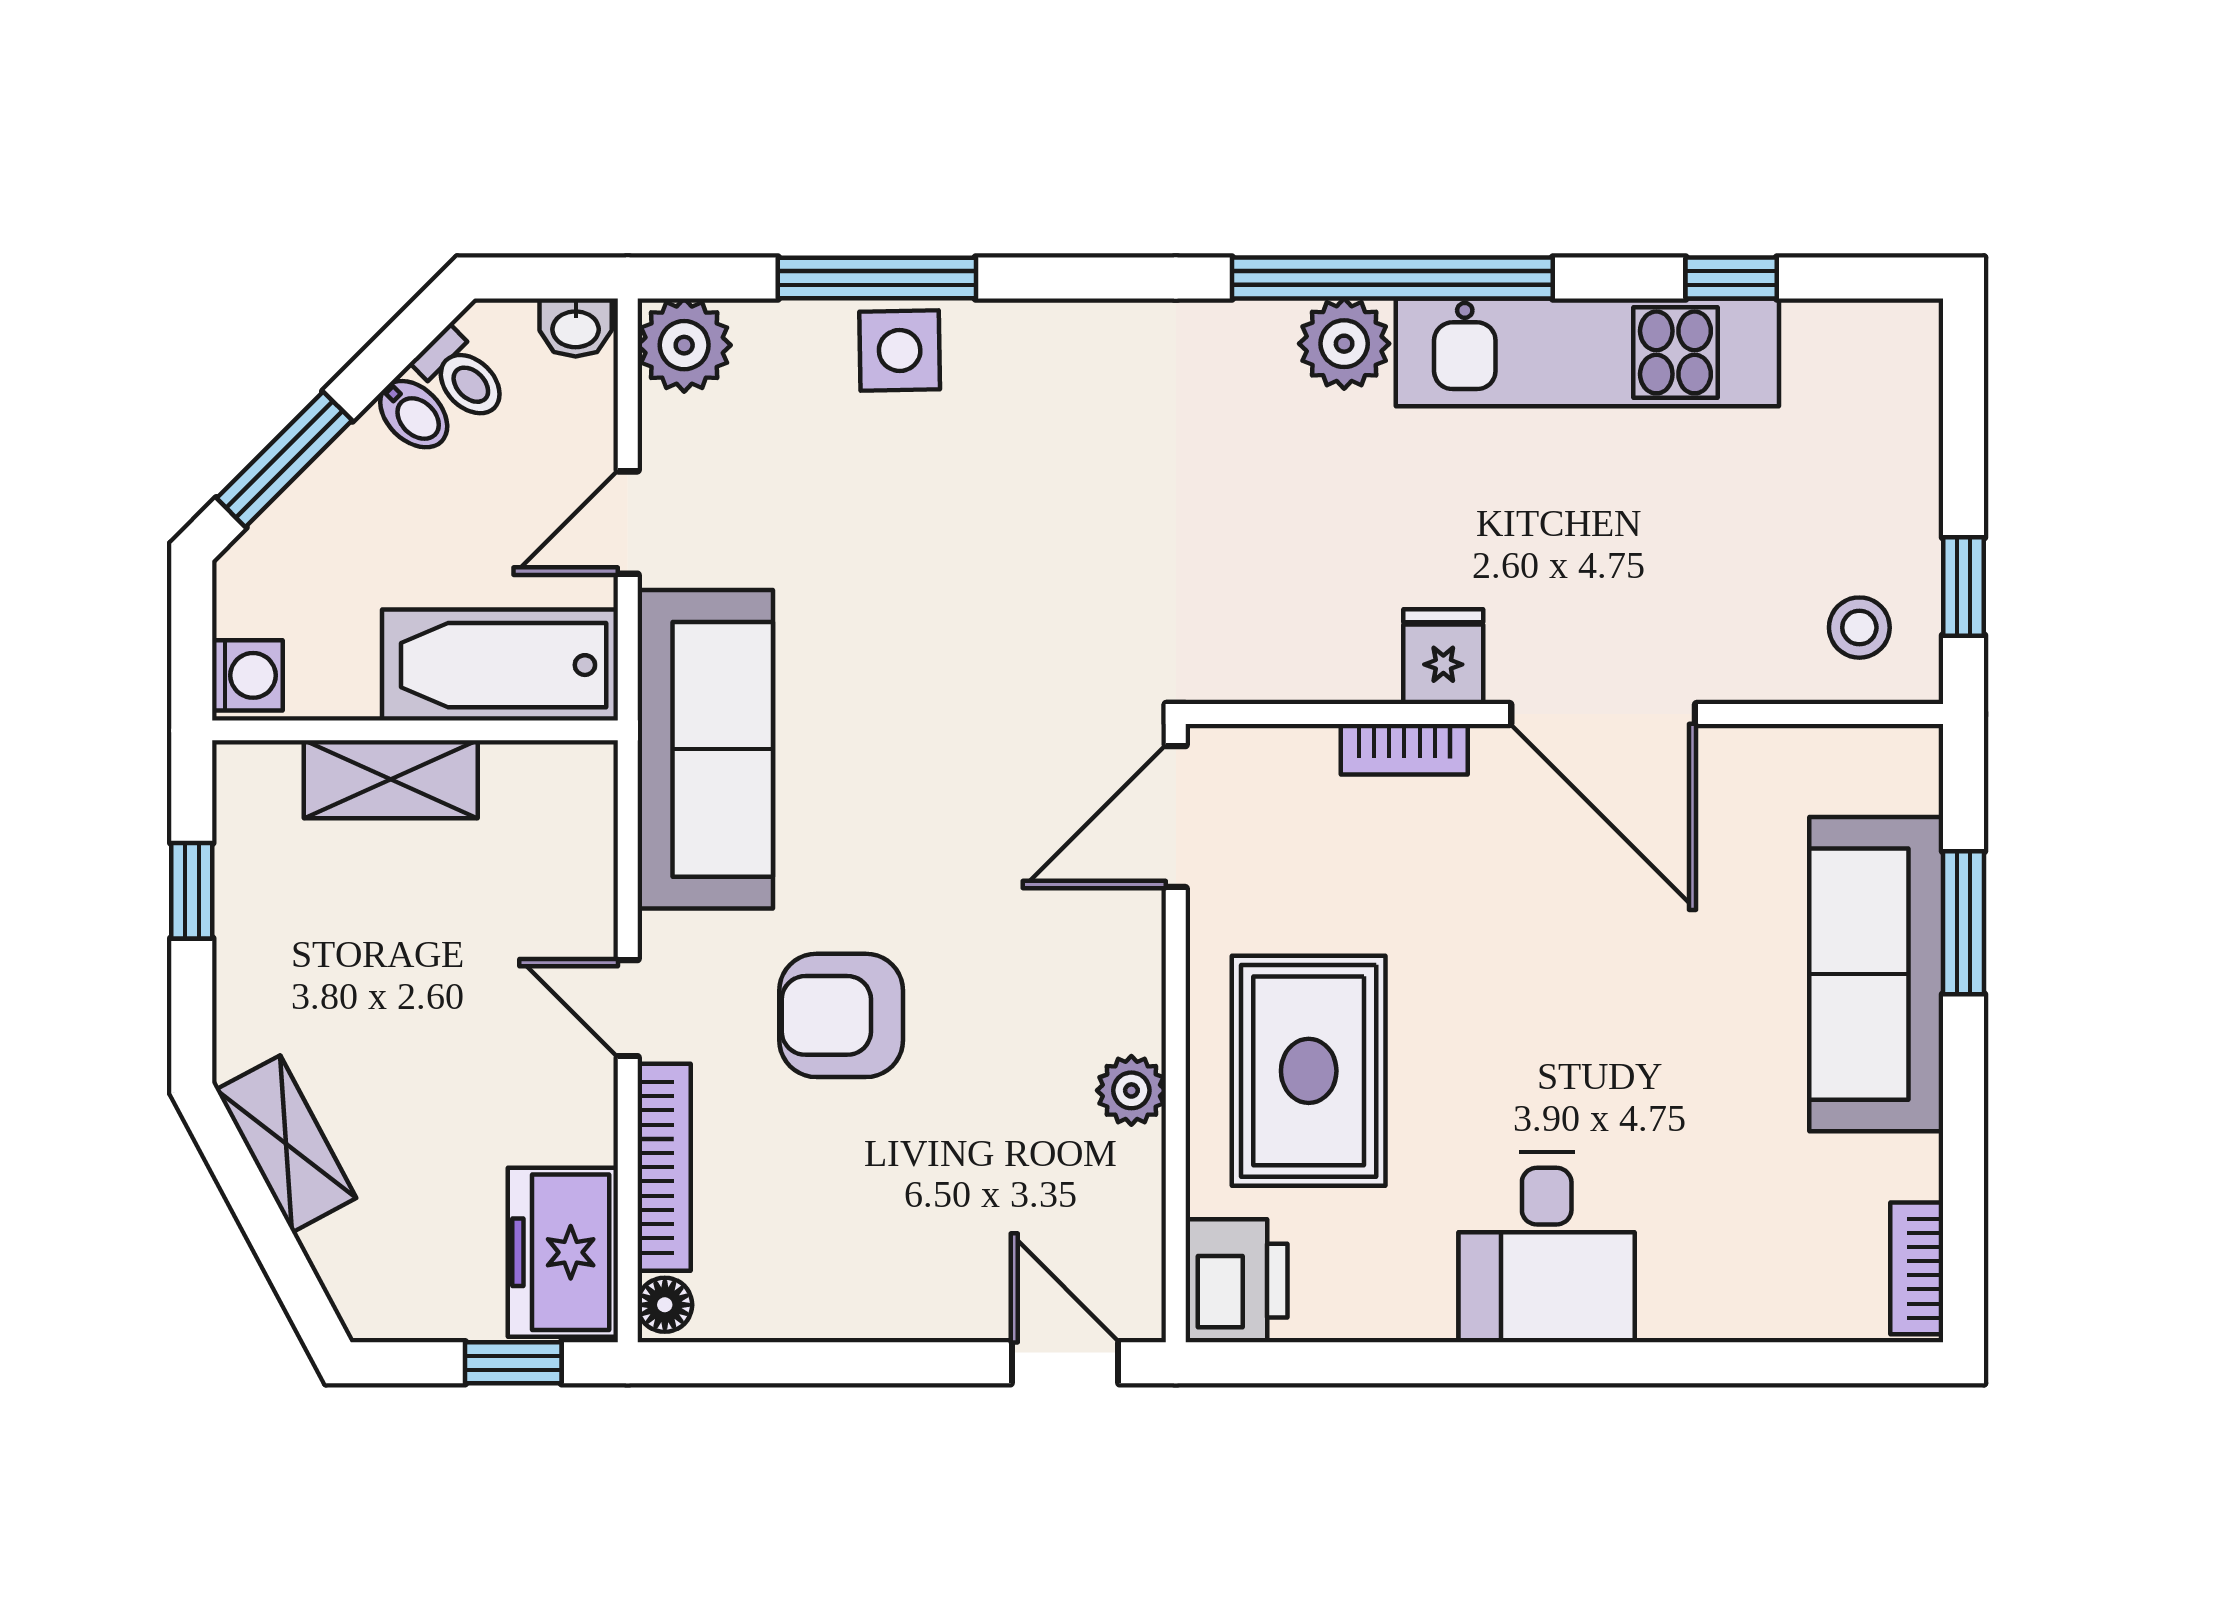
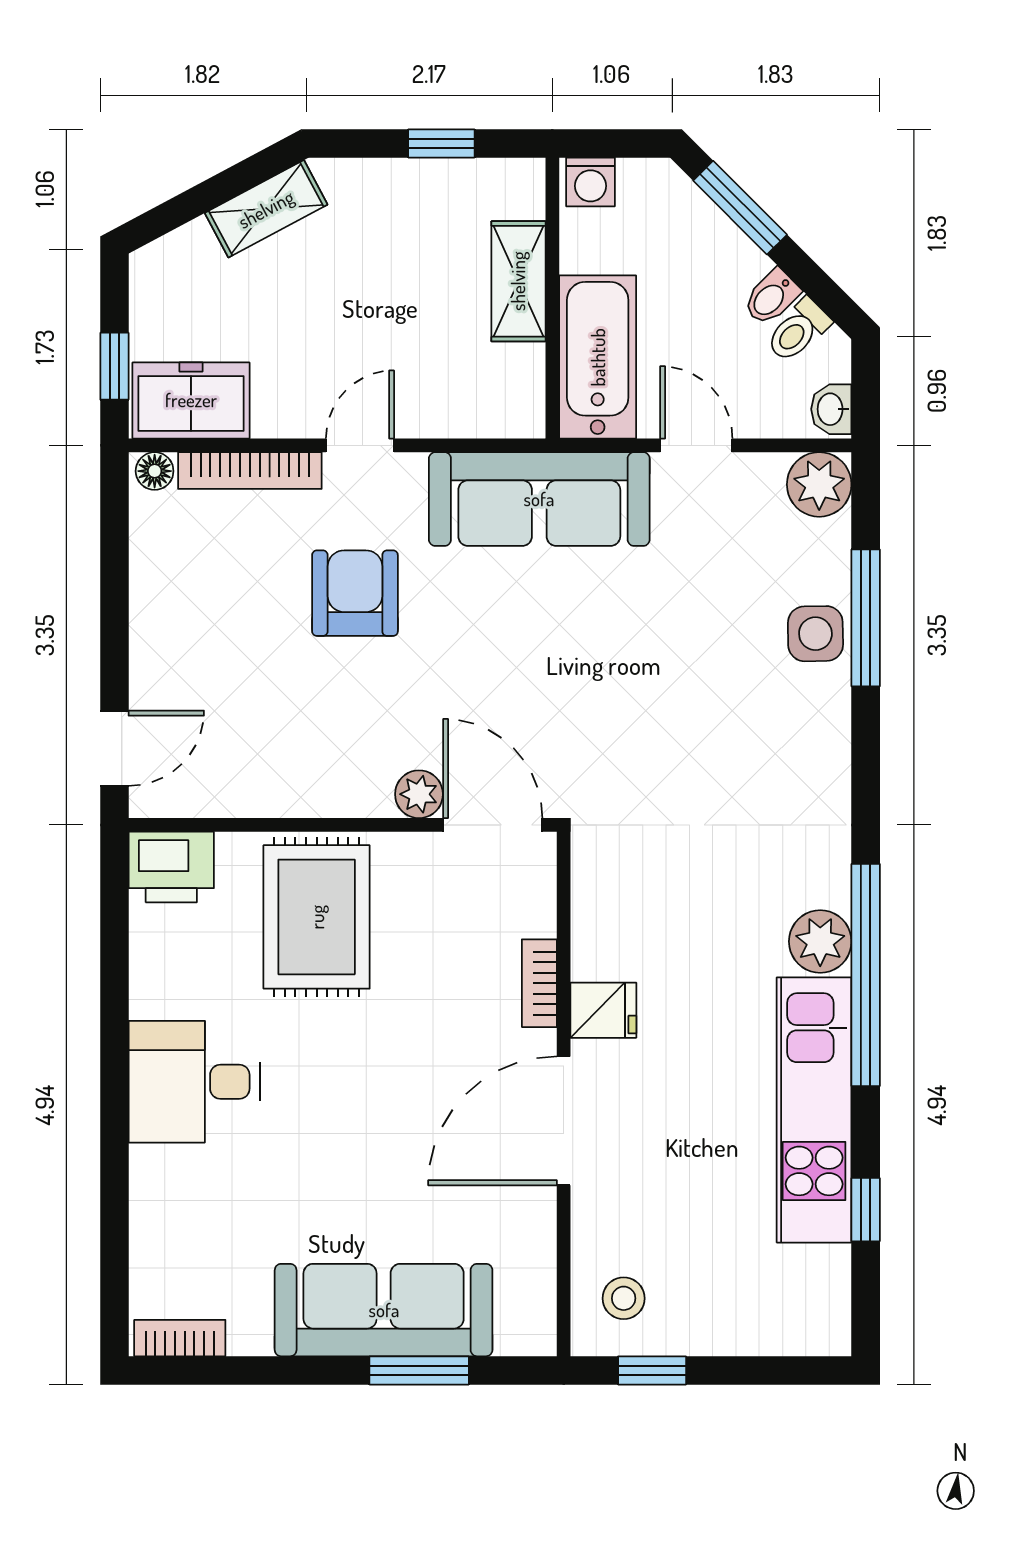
rug: (1309, 1071) -> (317, 917), turned 90
plant: (1131, 1090) -> (419, 794), moved

